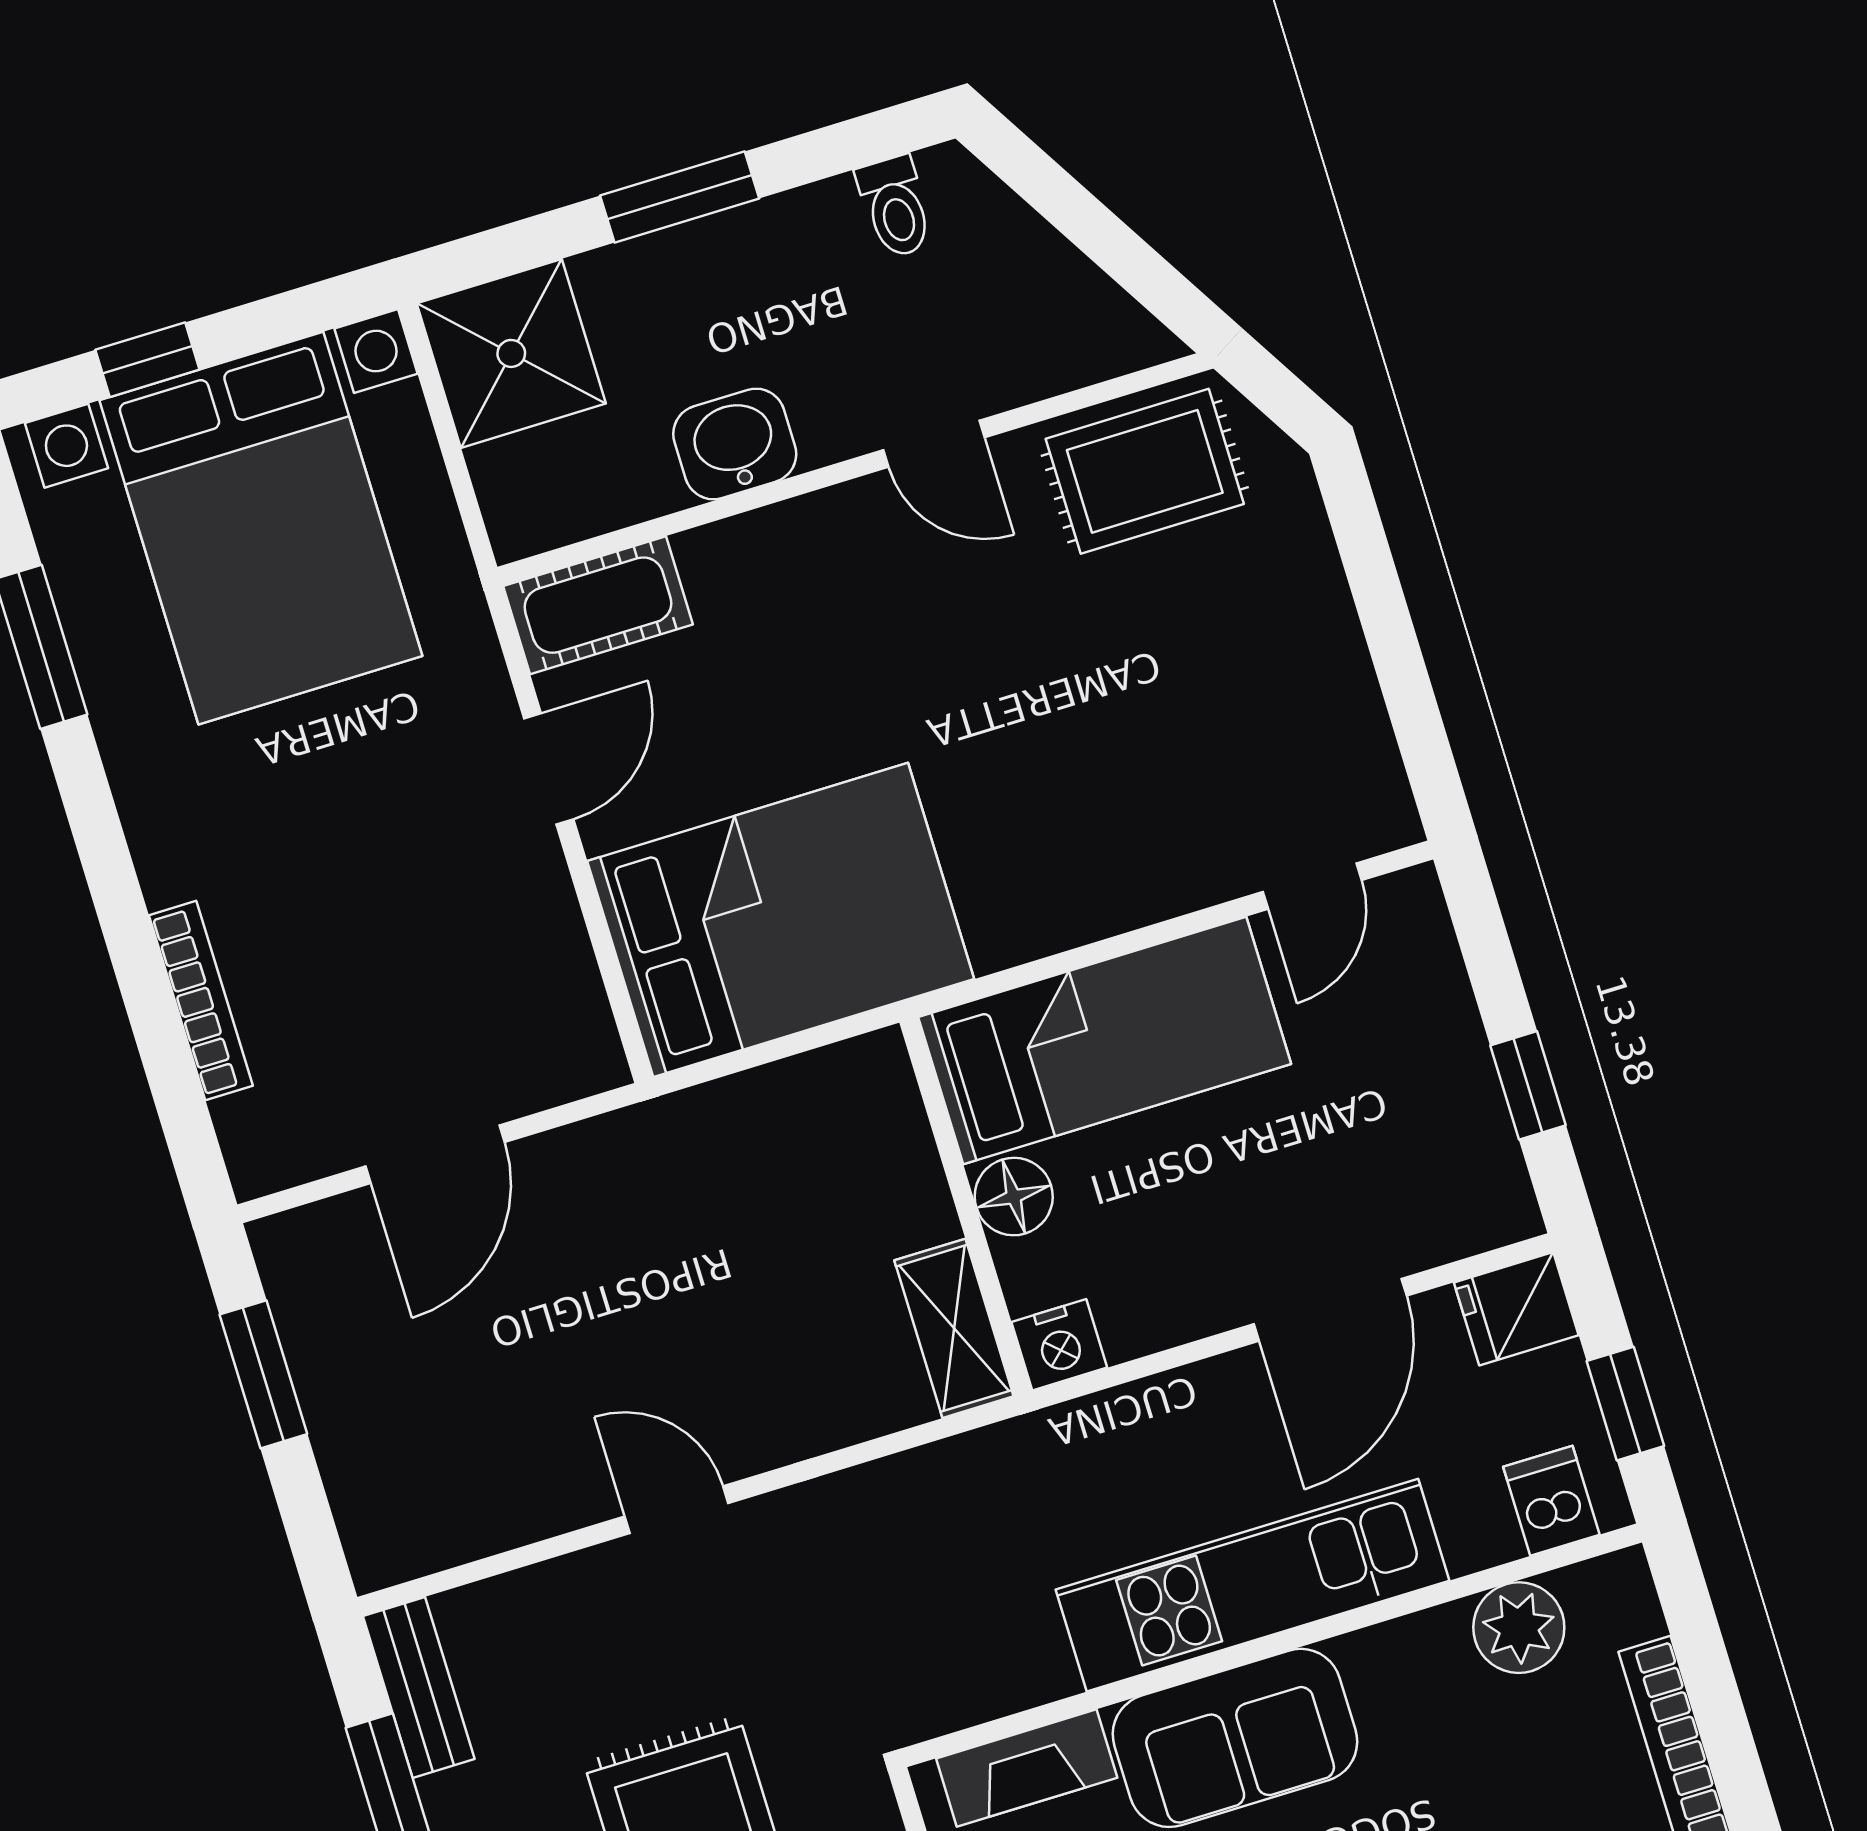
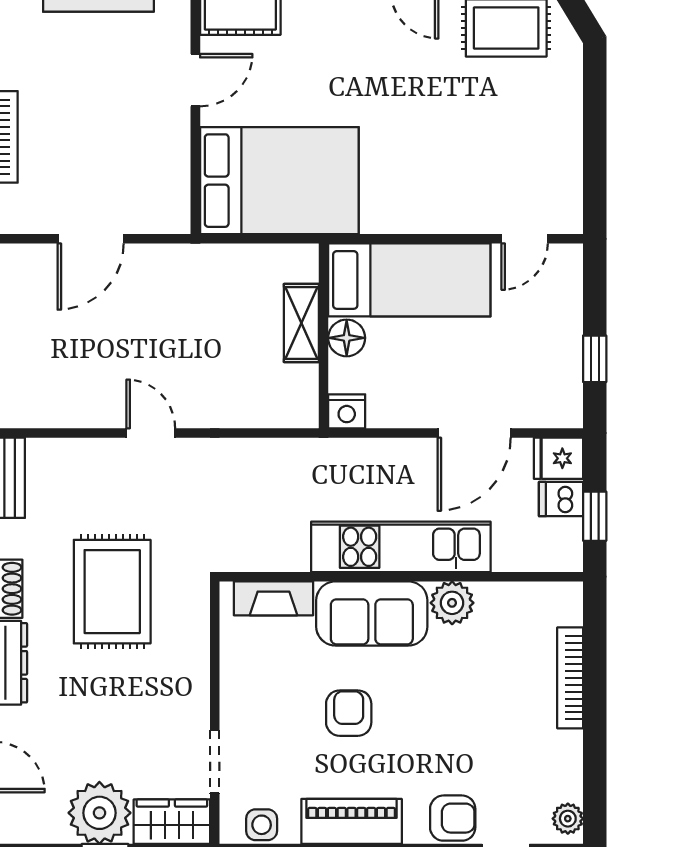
shelving: (954, 1328) -> (301, 323), moved
dishwasher: (1551, 1501) -> (561, 499), moved, turned -90
plant: (1519, 1628) -> (452, 603), moved

